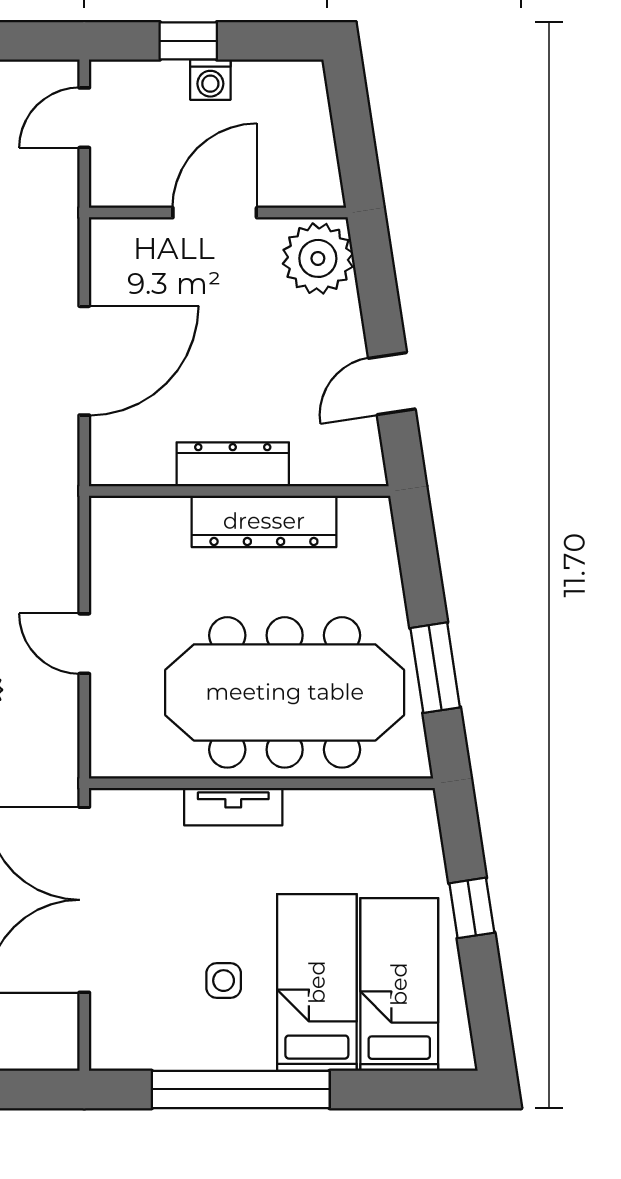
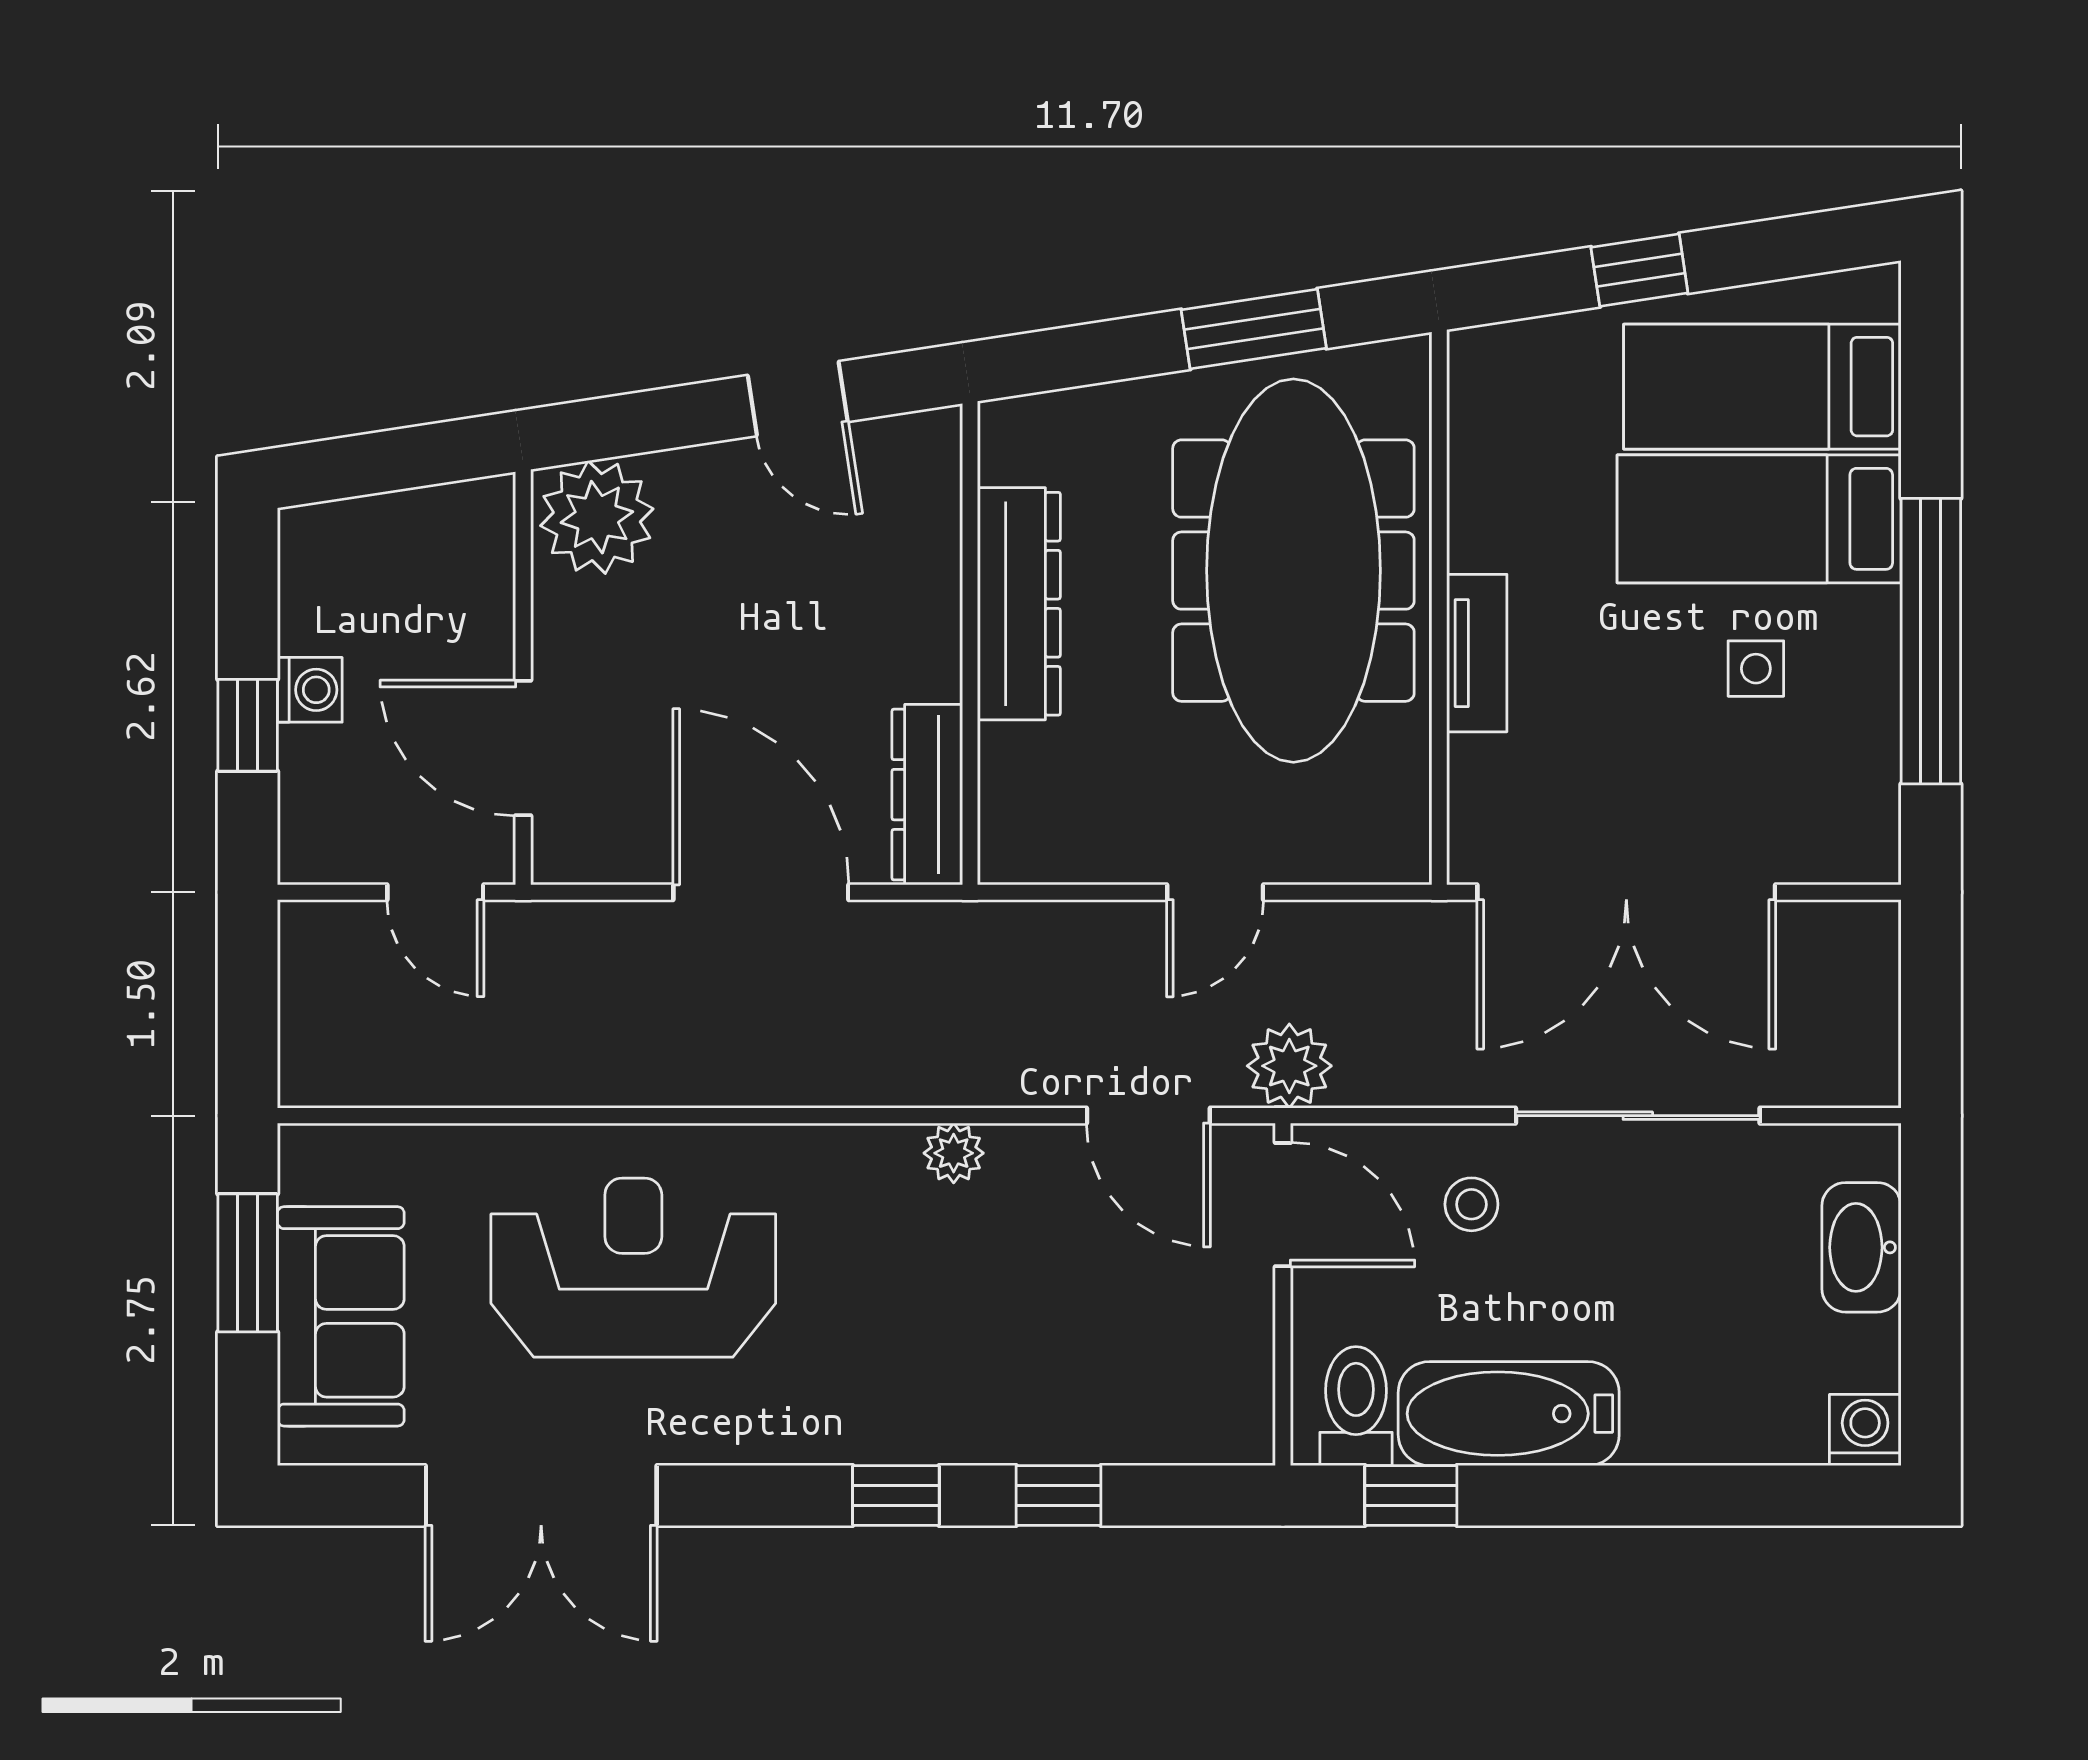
door: (84, 118) -> (435, 892), moved
door: (215, 213) -> (523, 748), moved
dresser: (233, 464) -> (927, 795), moved

